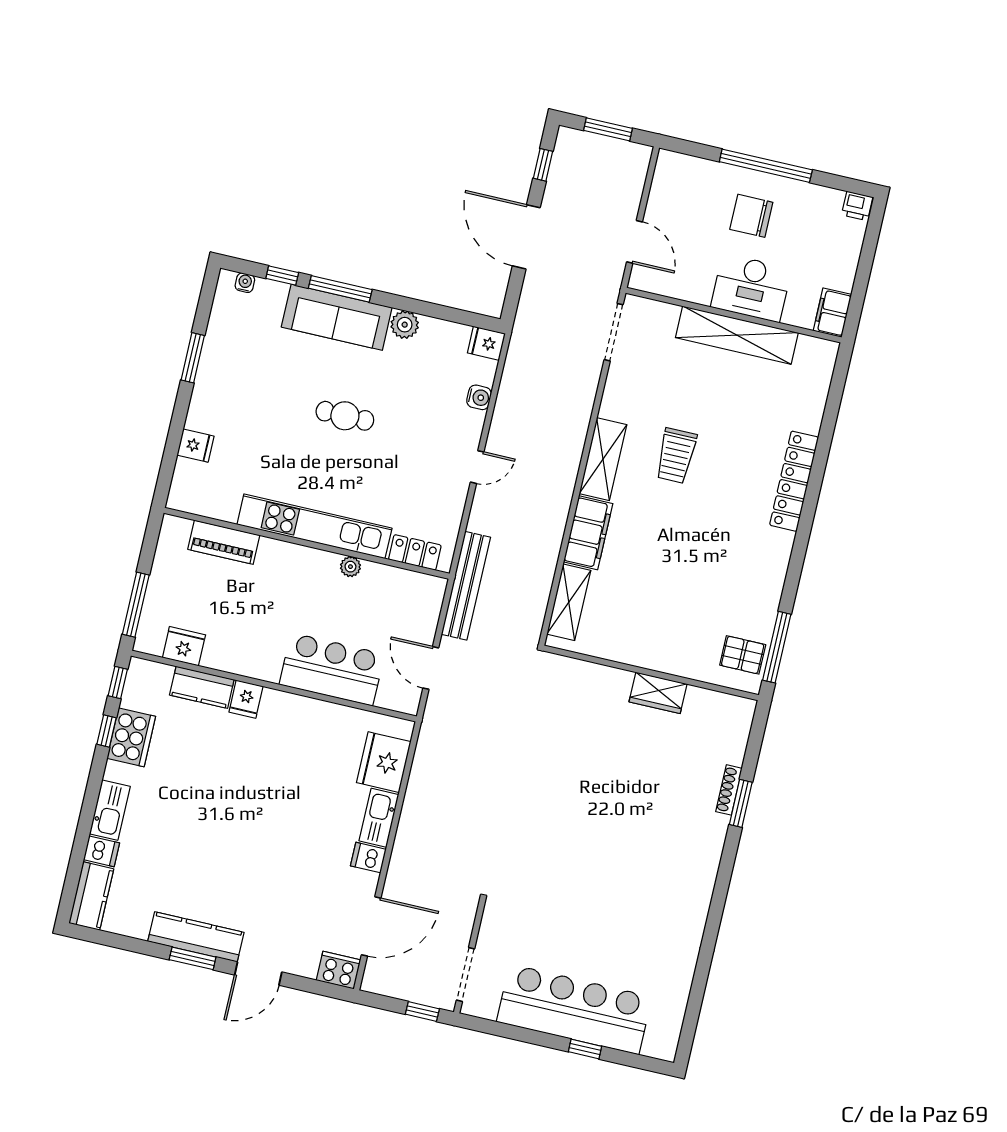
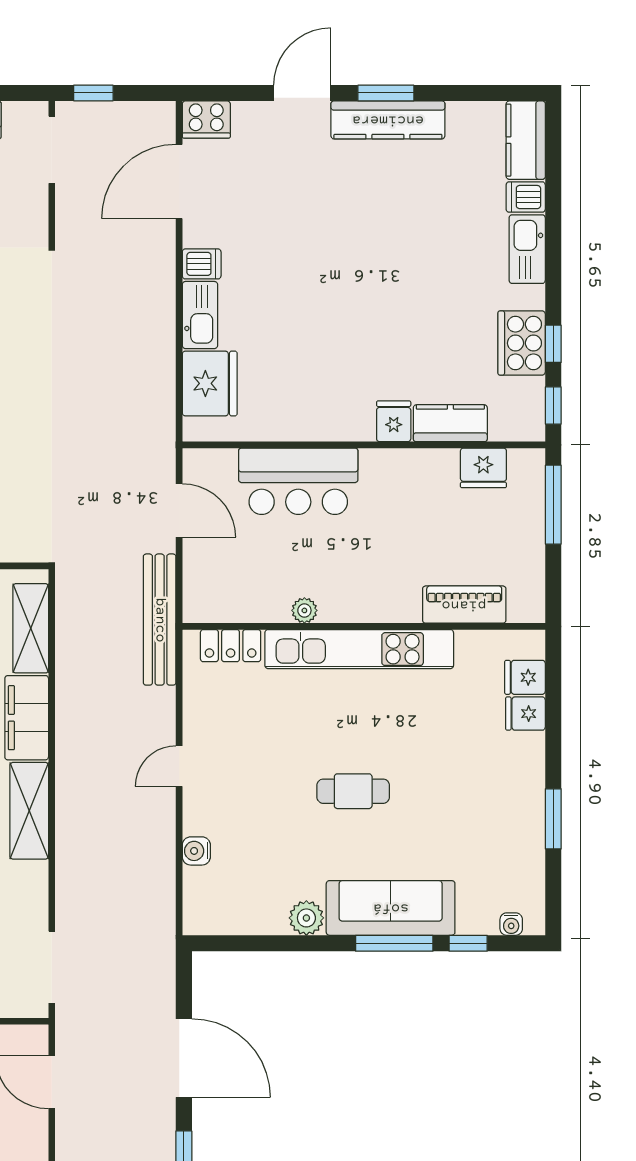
fridge: (486, 343) -> (525, 677), moved, turned 180

